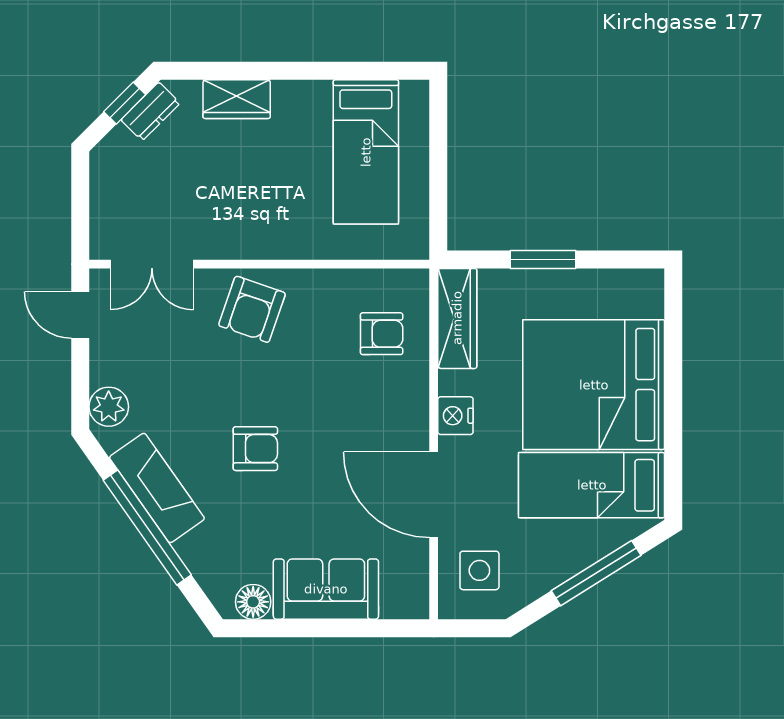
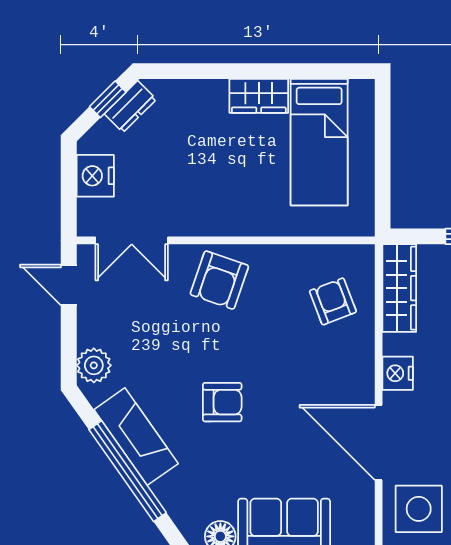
wardrobe: (237, 99) -> (259, 96), moved
nightstand: (110, 190) -> (95, 176), added
armchair: (382, 334) -> (333, 301), turned -111
side table: (479, 570) -> (419, 509), width x1.37, depth x1.37

